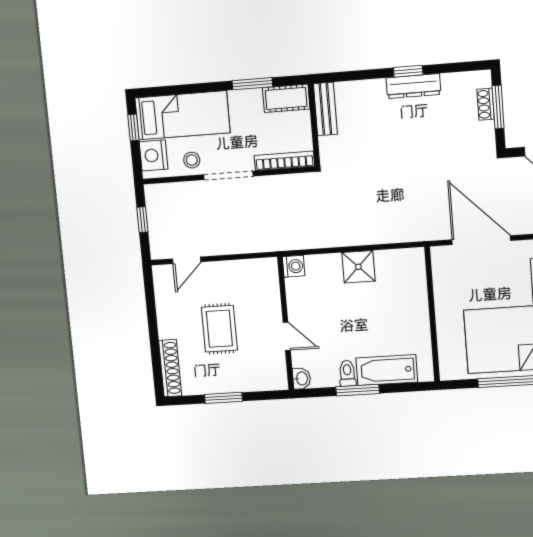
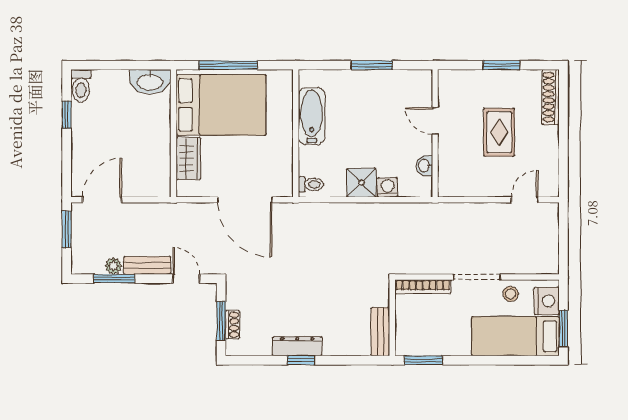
window: (252, 84) -> (423, 360), moved
cot: (286, 98) -> (416, 344), removed
window: (133, 127) -> (563, 328), width x1.50
window: (142, 220) -> (563, 241), removed
washing machine: (294, 266) -> (388, 187), moved, turned 90
bathtub: (387, 370) -> (312, 116), moved, turned -90
toilet: (347, 373) -> (311, 184), moved, turned -90
washbasin: (302, 378) -> (424, 166), moved

